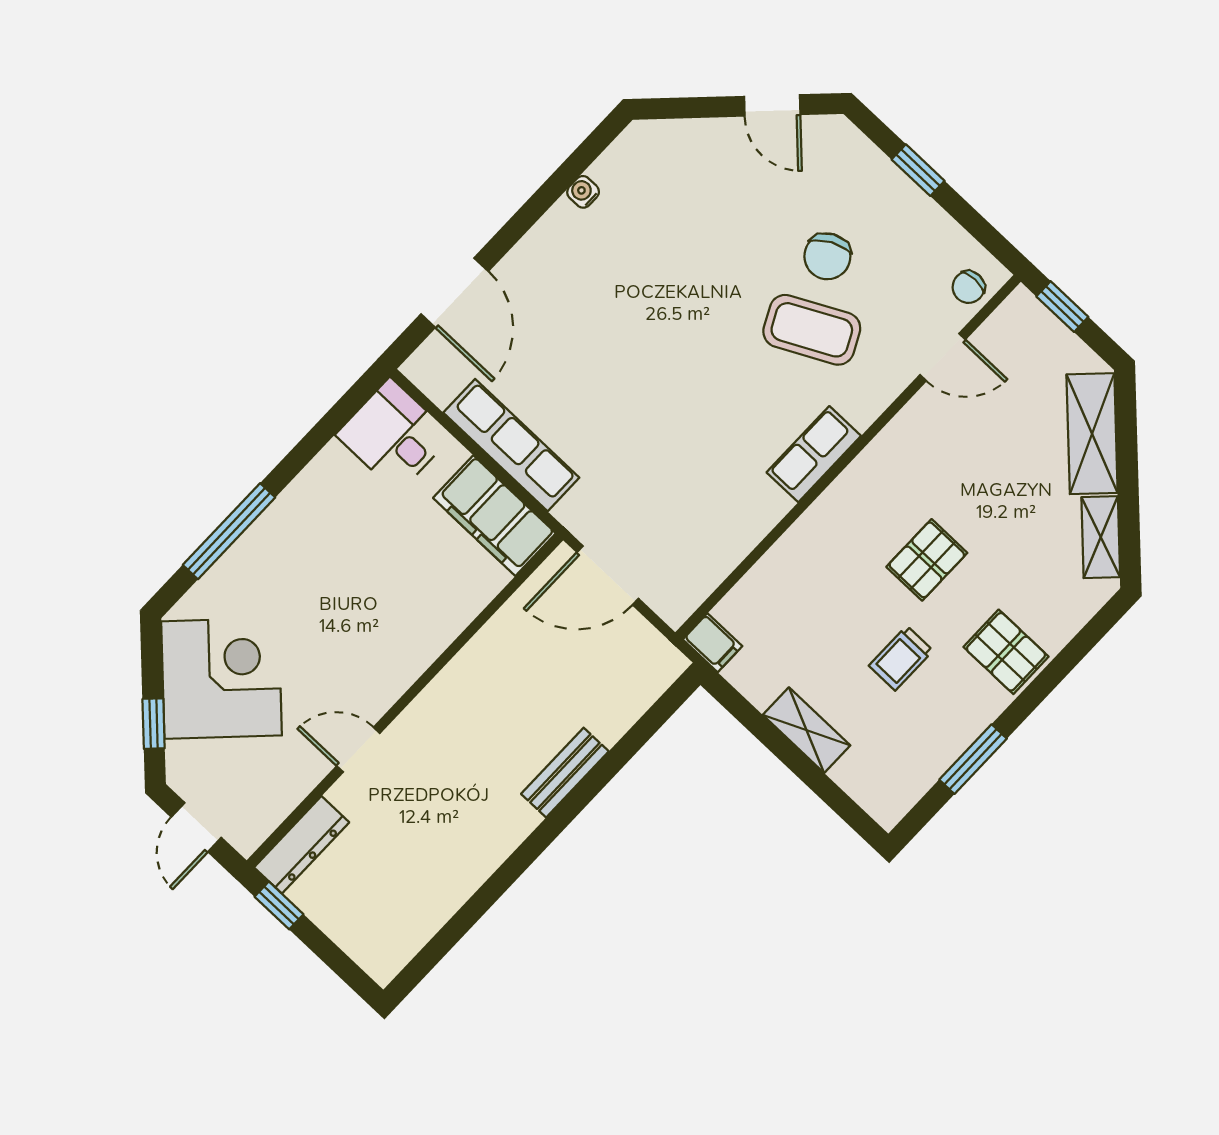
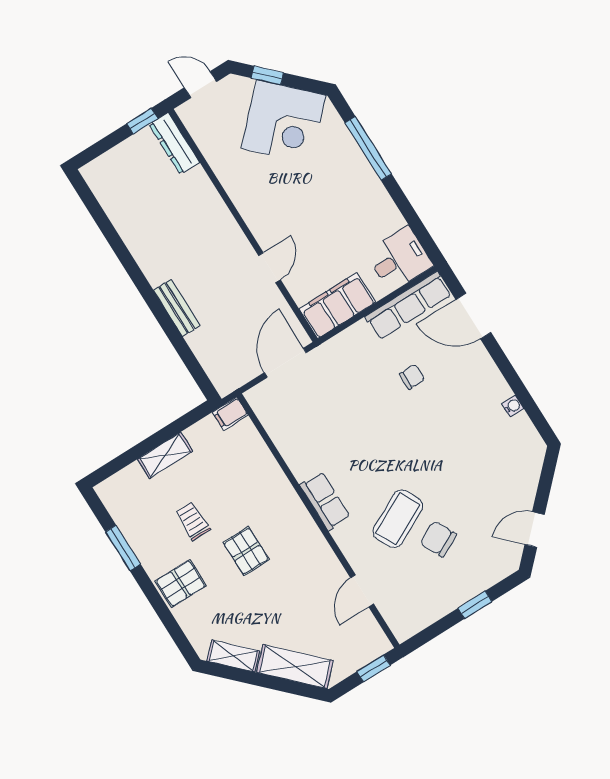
chair: (969, 287) -> (412, 377), moved, turned 90
row of seats: (511, 445) -> (408, 306), moved
door: (358, 750) -> (269, 268), moved

